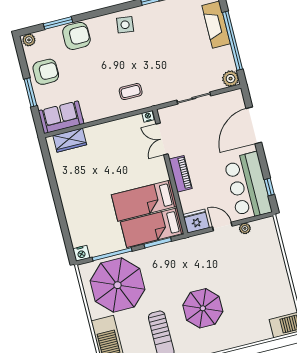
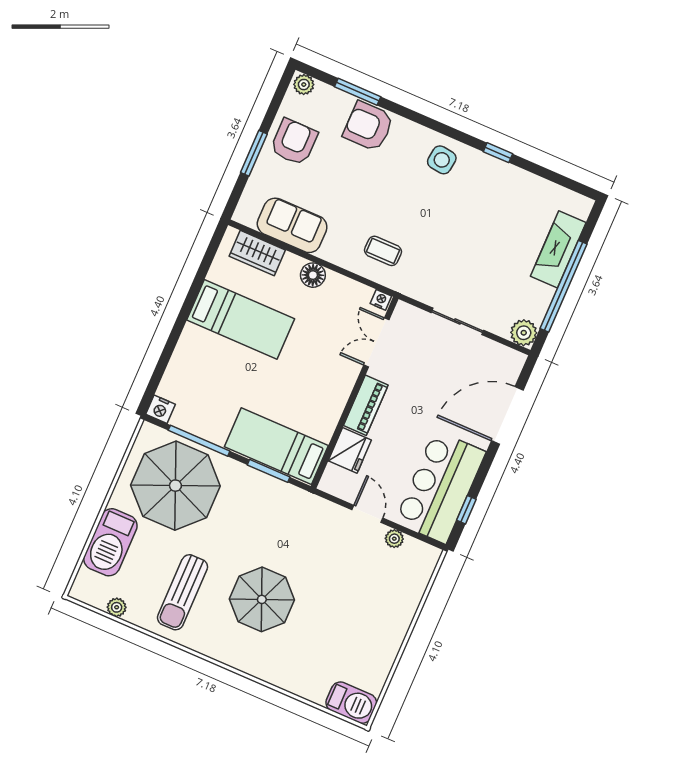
armchair: (76, 36) -> (368, 126), turned 180
armchair: (46, 72) -> (294, 142), turned -90
sofa: (61, 117) -> (292, 225), moved
floor lamp: (105, 130) -> (313, 275), added
bed: (144, 201) -> (241, 319), moved, turned 180
fridge: (196, 221) -> (350, 450), moved, turned 90

